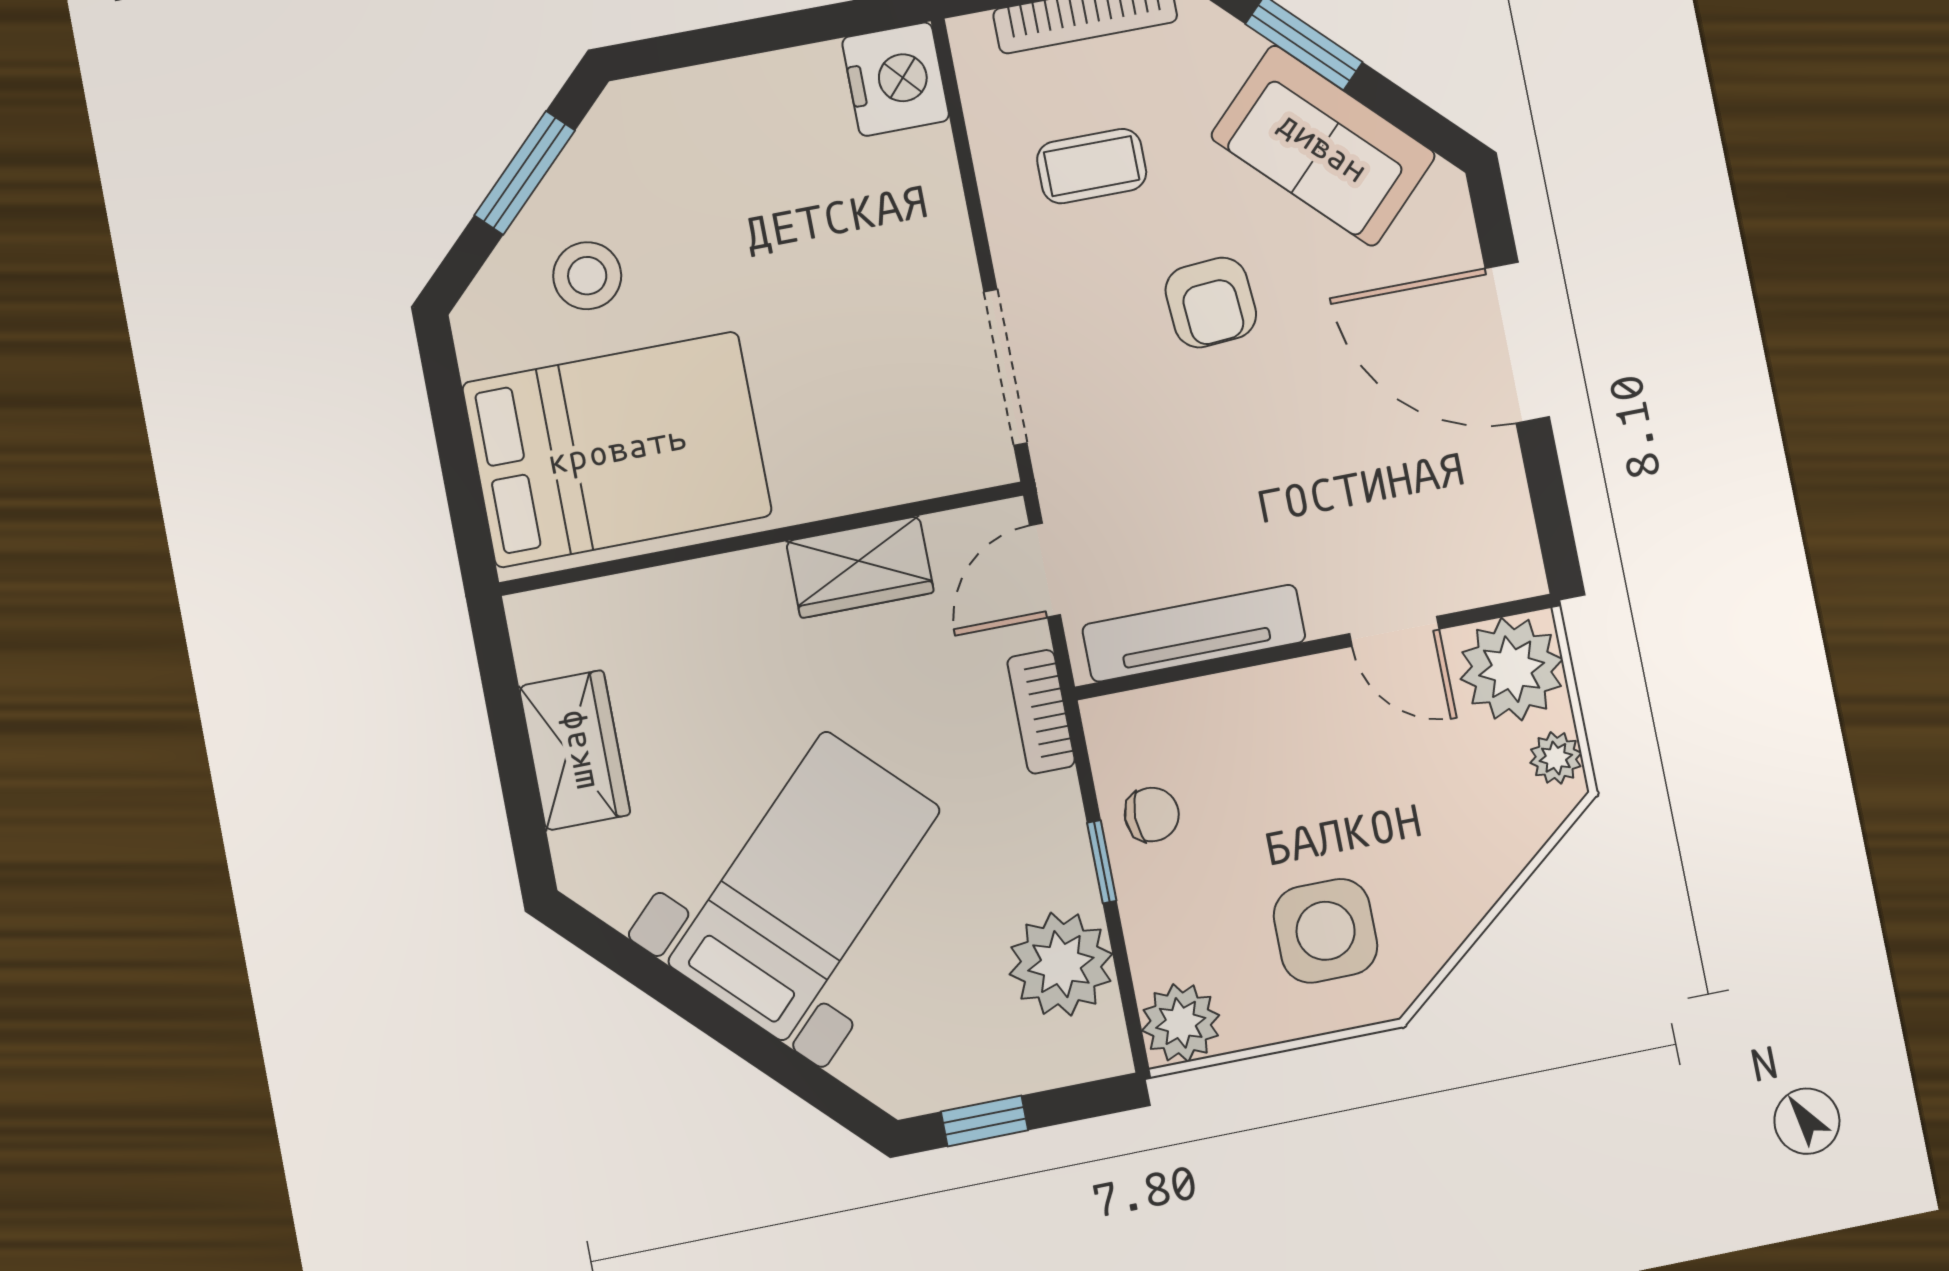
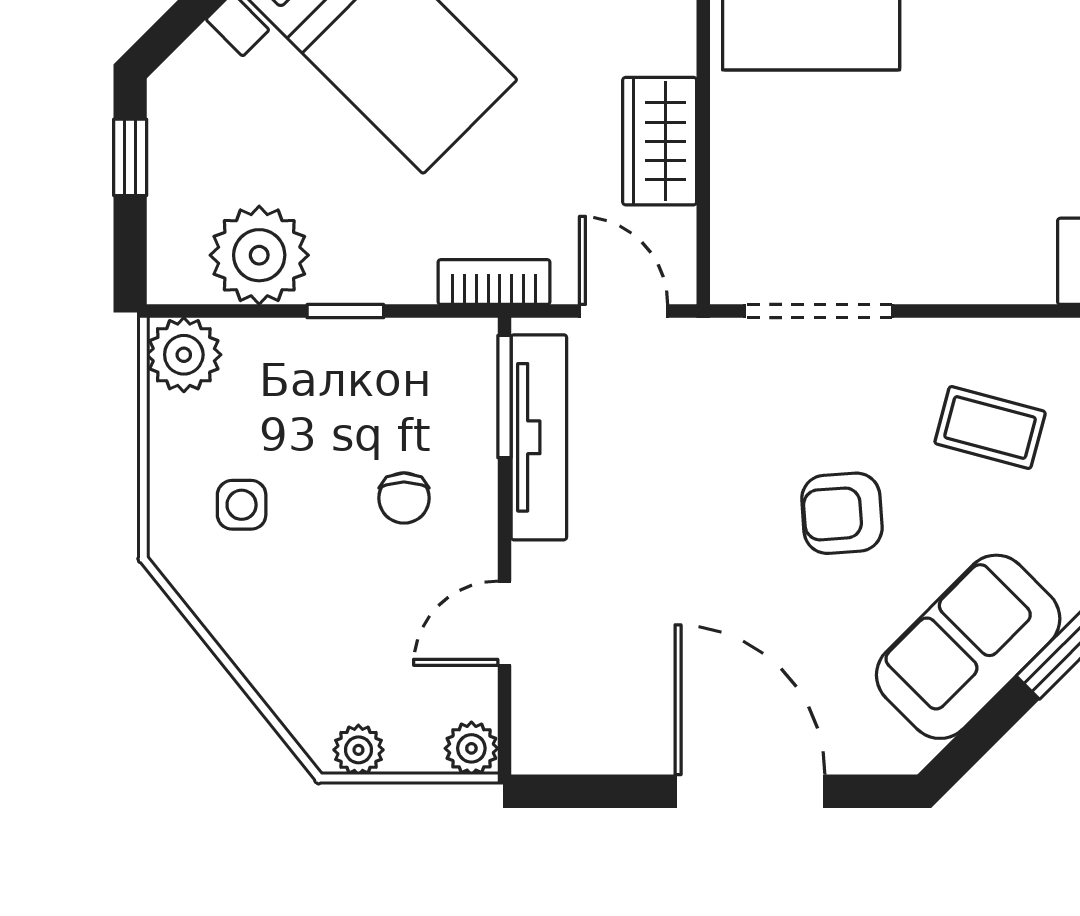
coffee table: (1092, 166) -> (990, 428), turned -75
door: (1517, 343) -> (750, 791), hinge flipped
plant: (1512, 669) -> (471, 748), width x0.53, depth x0.53
window: (1158, 677) -> (504, 397), added
chair: (1152, 815) -> (404, 498), moved
side table: (1326, 931) -> (242, 505), width x0.54, depth x0.54

